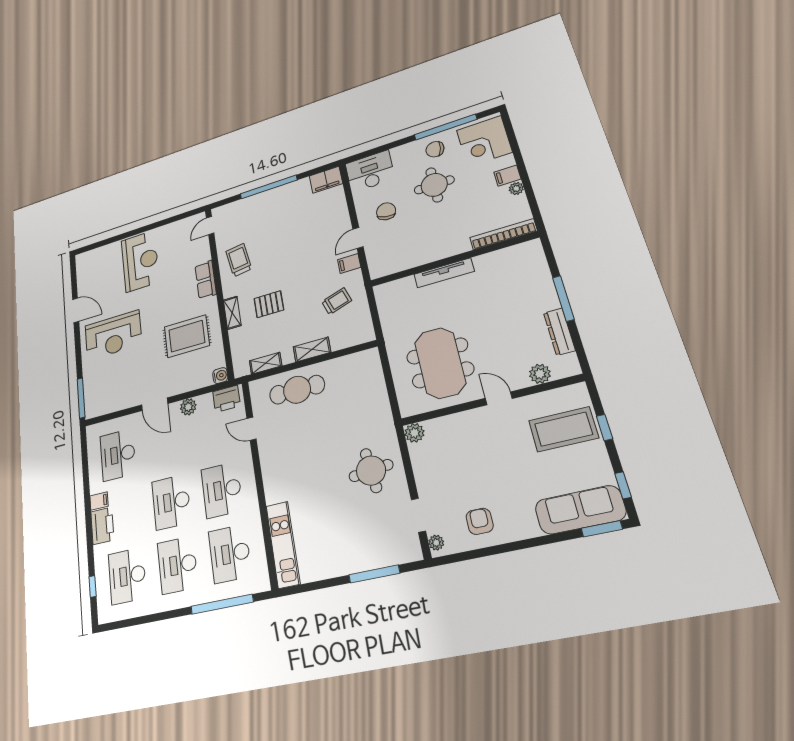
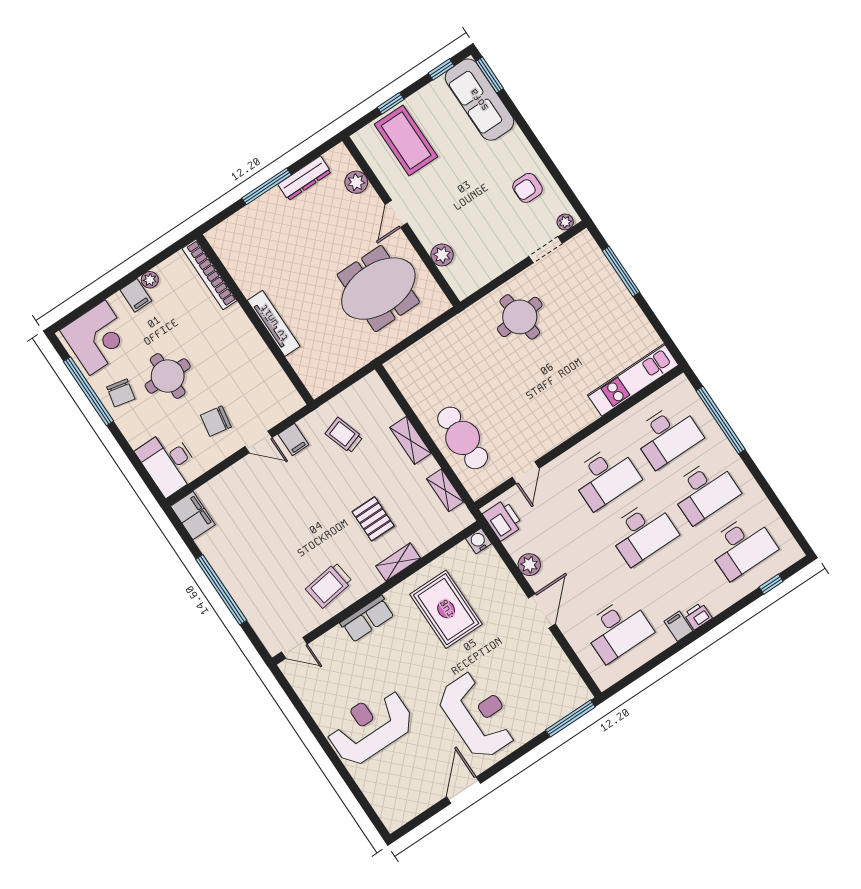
plant: (414, 433) -> (442, 255), moved
printer: (102, 526) -> (698, 616), width x0.53, depth x0.68

